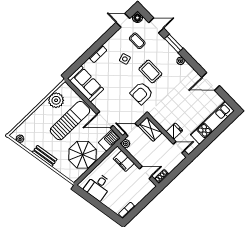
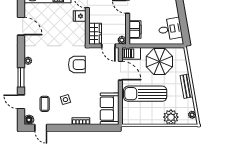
rug: (150, 72) -> (56, 74), removed
plant: (56, 100) -> (171, 117), moved

